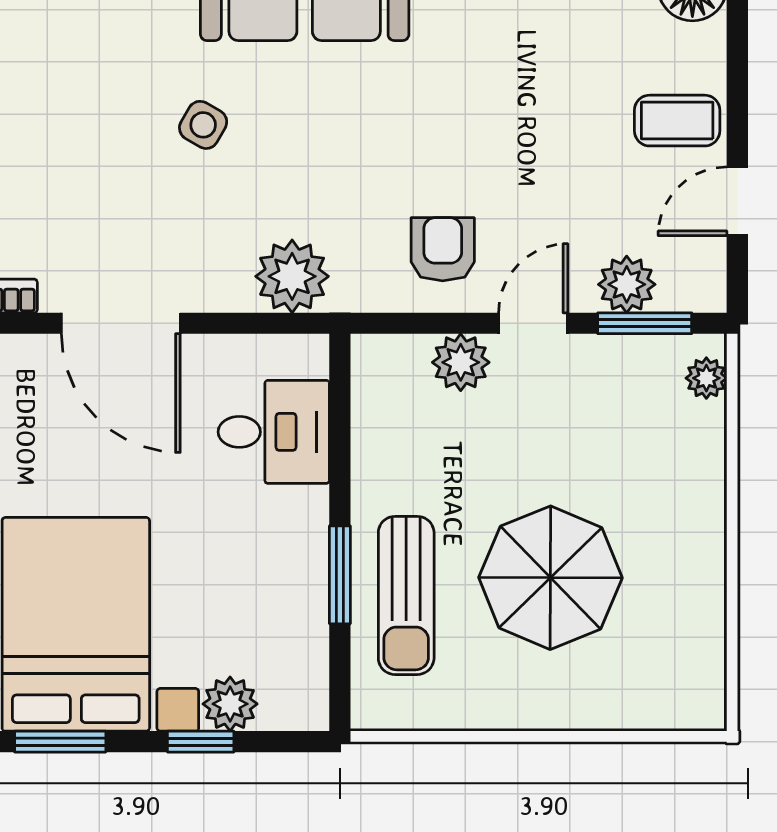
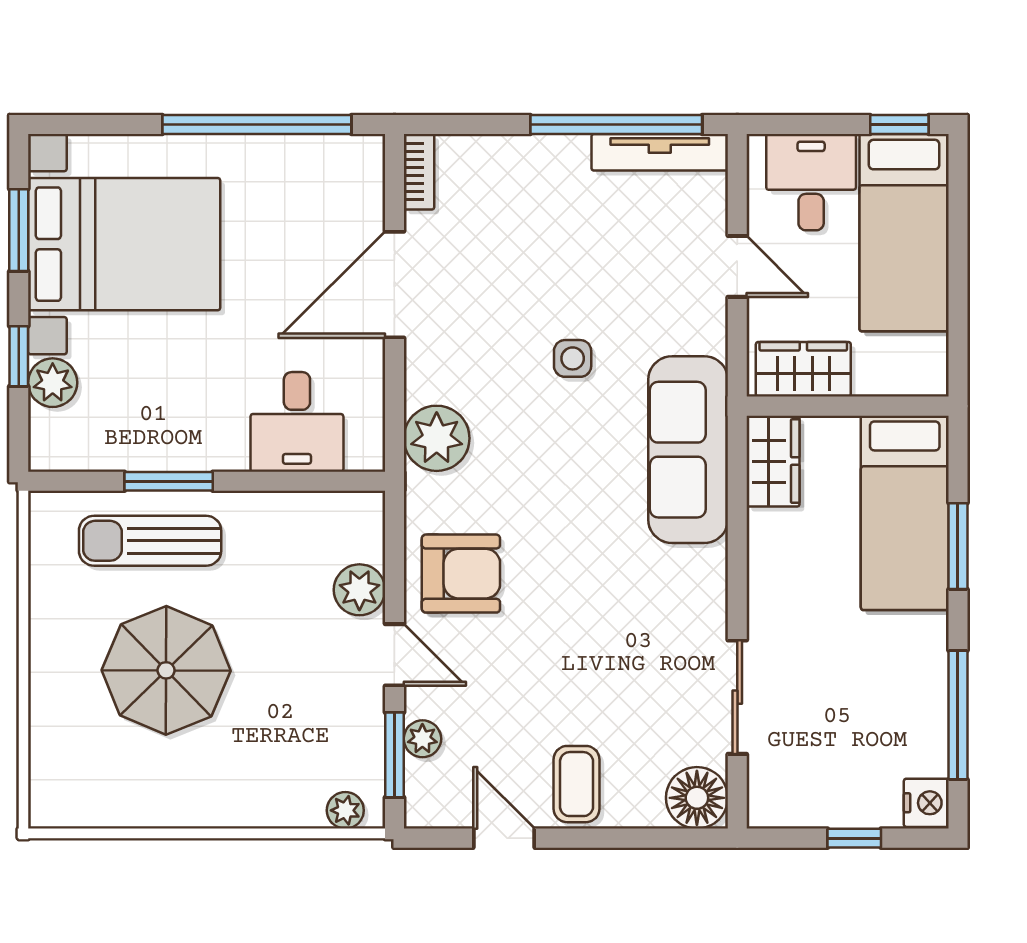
side table: (203, 125) -> (573, 358), turned -30
armchair: (443, 249) -> (461, 574), width x1.38, depth x1.38
plant: (627, 284) -> (422, 739), width x0.73, depth x0.73

